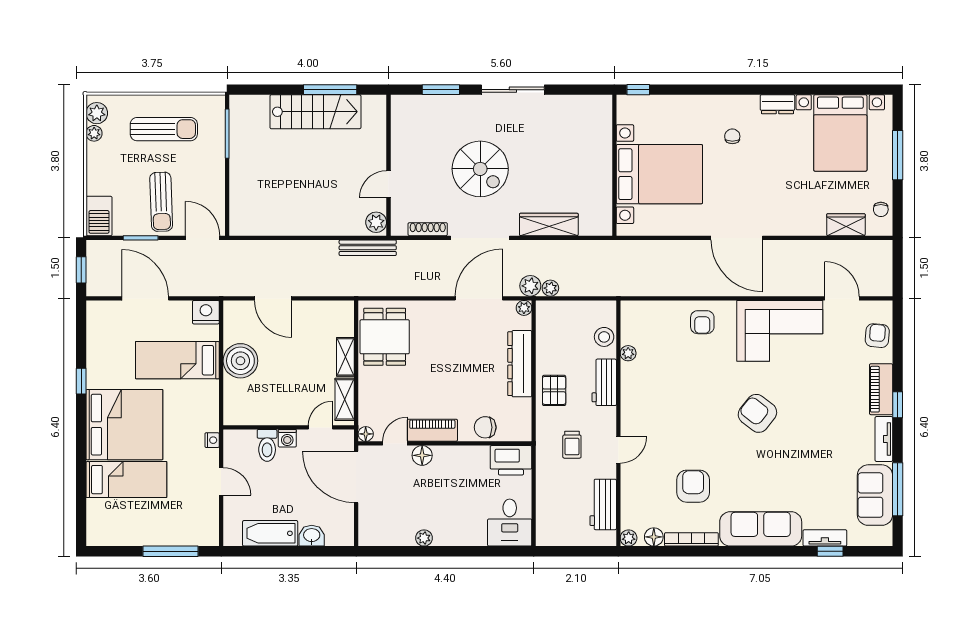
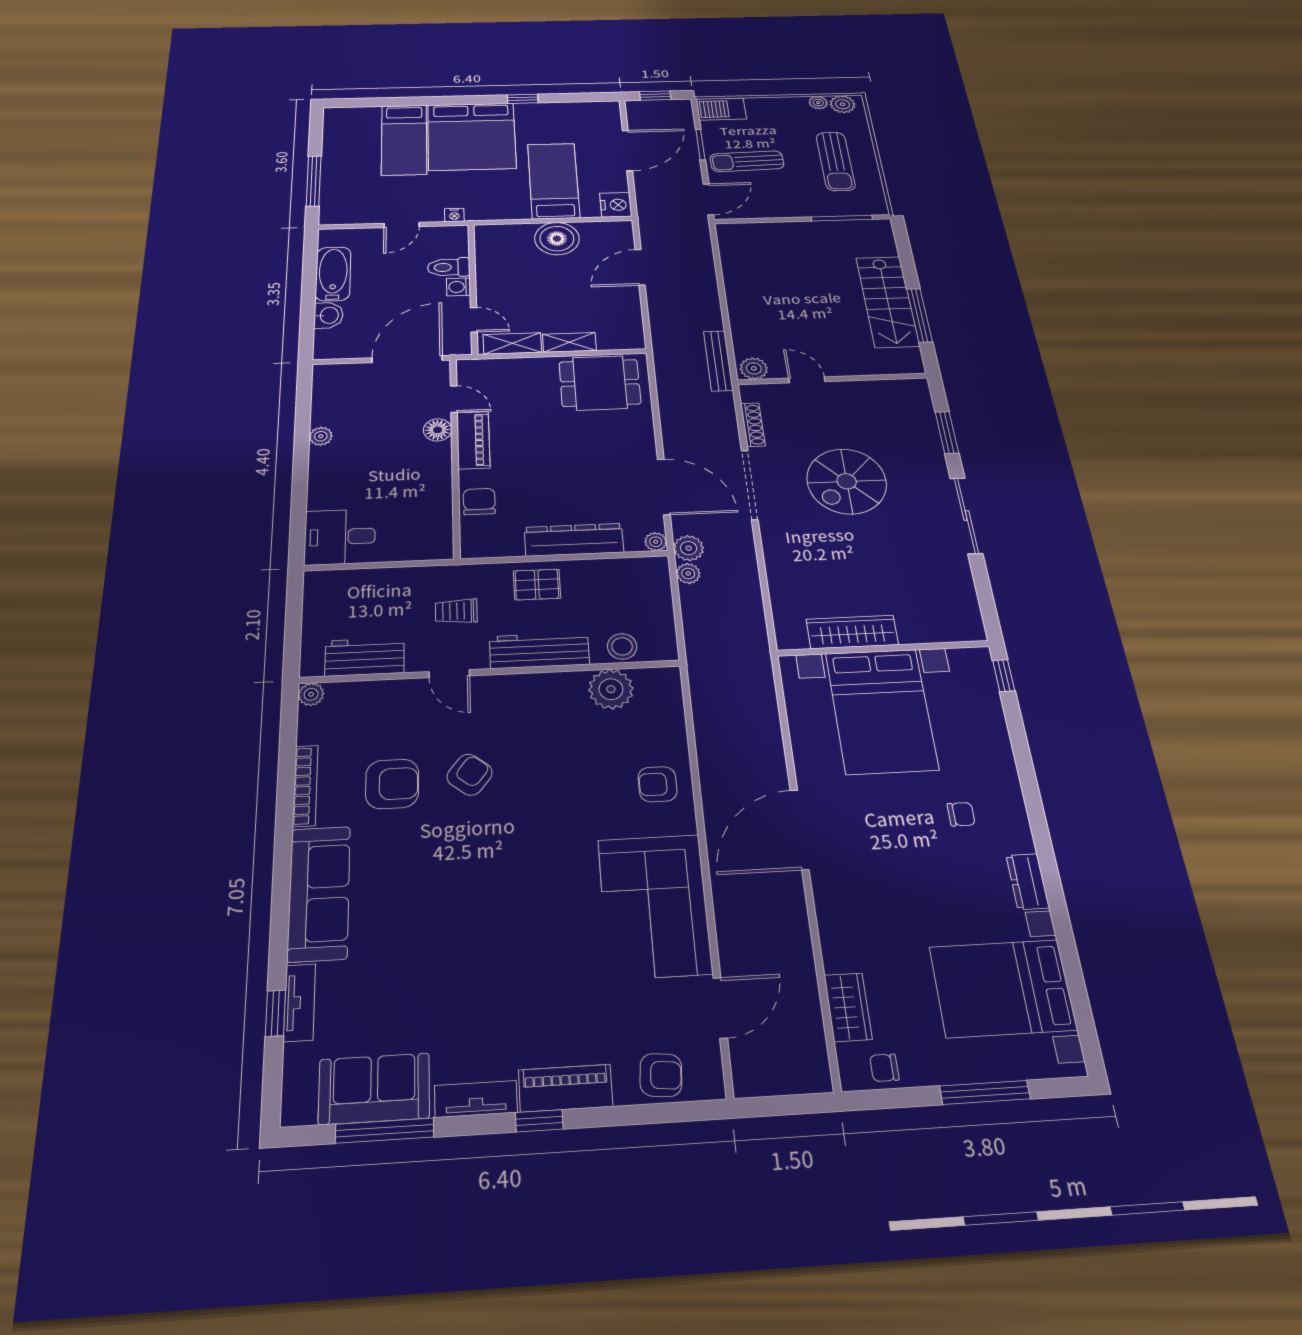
wardrobe: (549, 224) -> (852, 632), moved, turned -90
plant: (628, 353) -> (611, 689), width x1.88, depth x1.88
workbench: (604, 382) -> (539, 650), width x1.38
armchair: (757, 413) -> (470, 775), moved, width x0.72, depth x0.72
floor lamp: (366, 434) -> (466, 367), removed
printer: (511, 460) -> (432, 535), removed
floor lamp: (654, 537) -> (311, 730), removed

